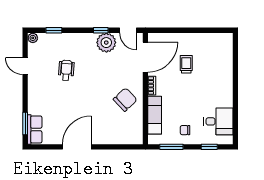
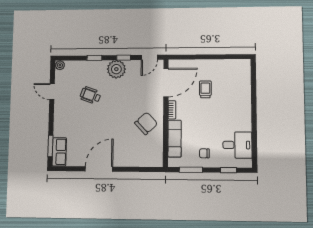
window: (54, 30) -> (94, 58), moved
door: (128, 30) -> (149, 57), hinge flipped
plant: (106, 43) -> (116, 69), moved
wheelchair: (66, 70) -> (90, 95), turned -74

